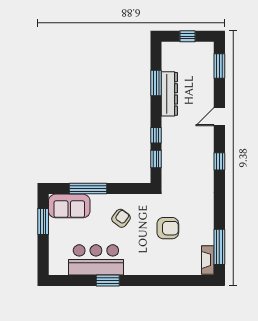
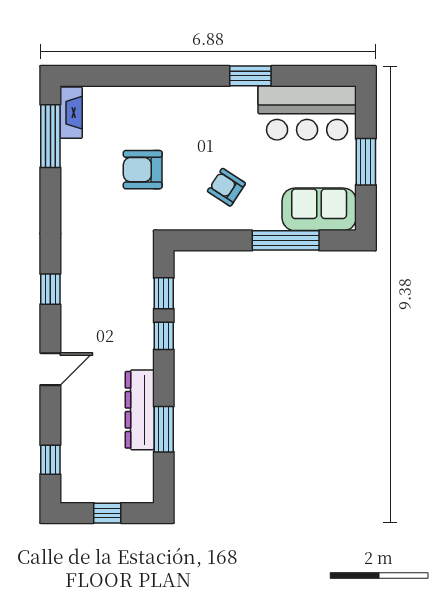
window: (219, 66) -> (50, 460), width x0.67
armchair: (121, 218) -> (226, 187), turned 86
window: (43, 222) -> (366, 162), moved
bar counter: (96, 260) -> (307, 113), moved

